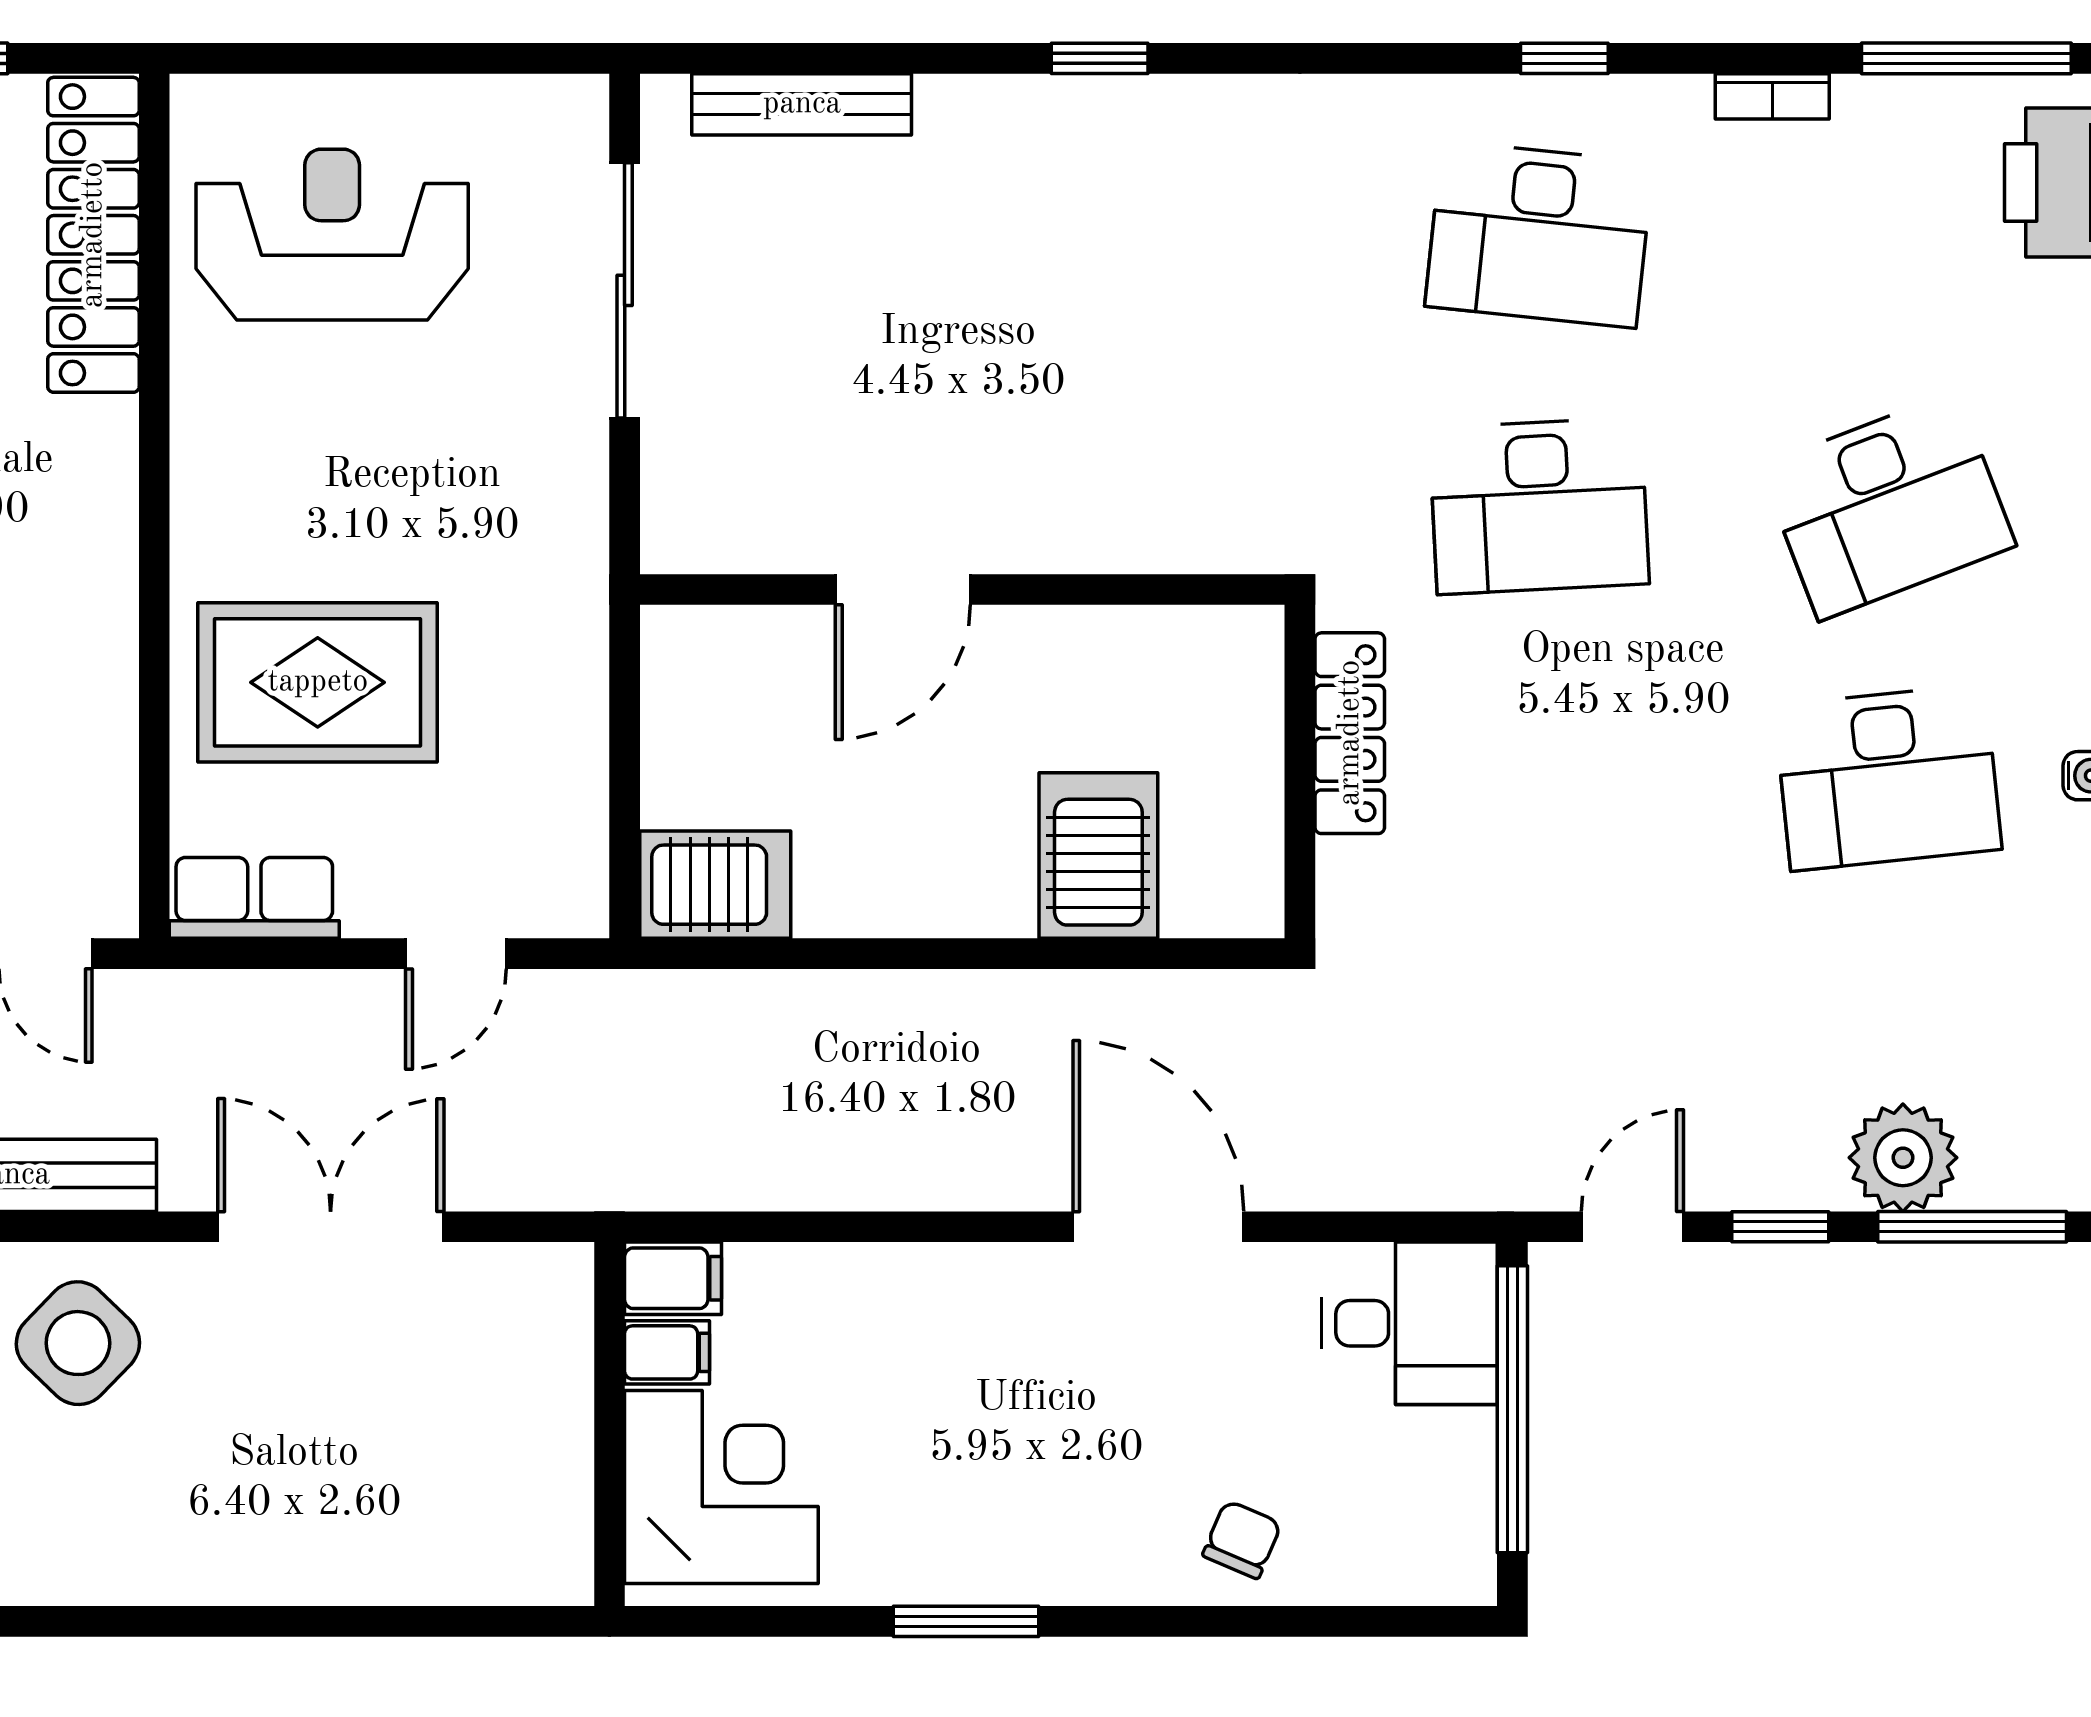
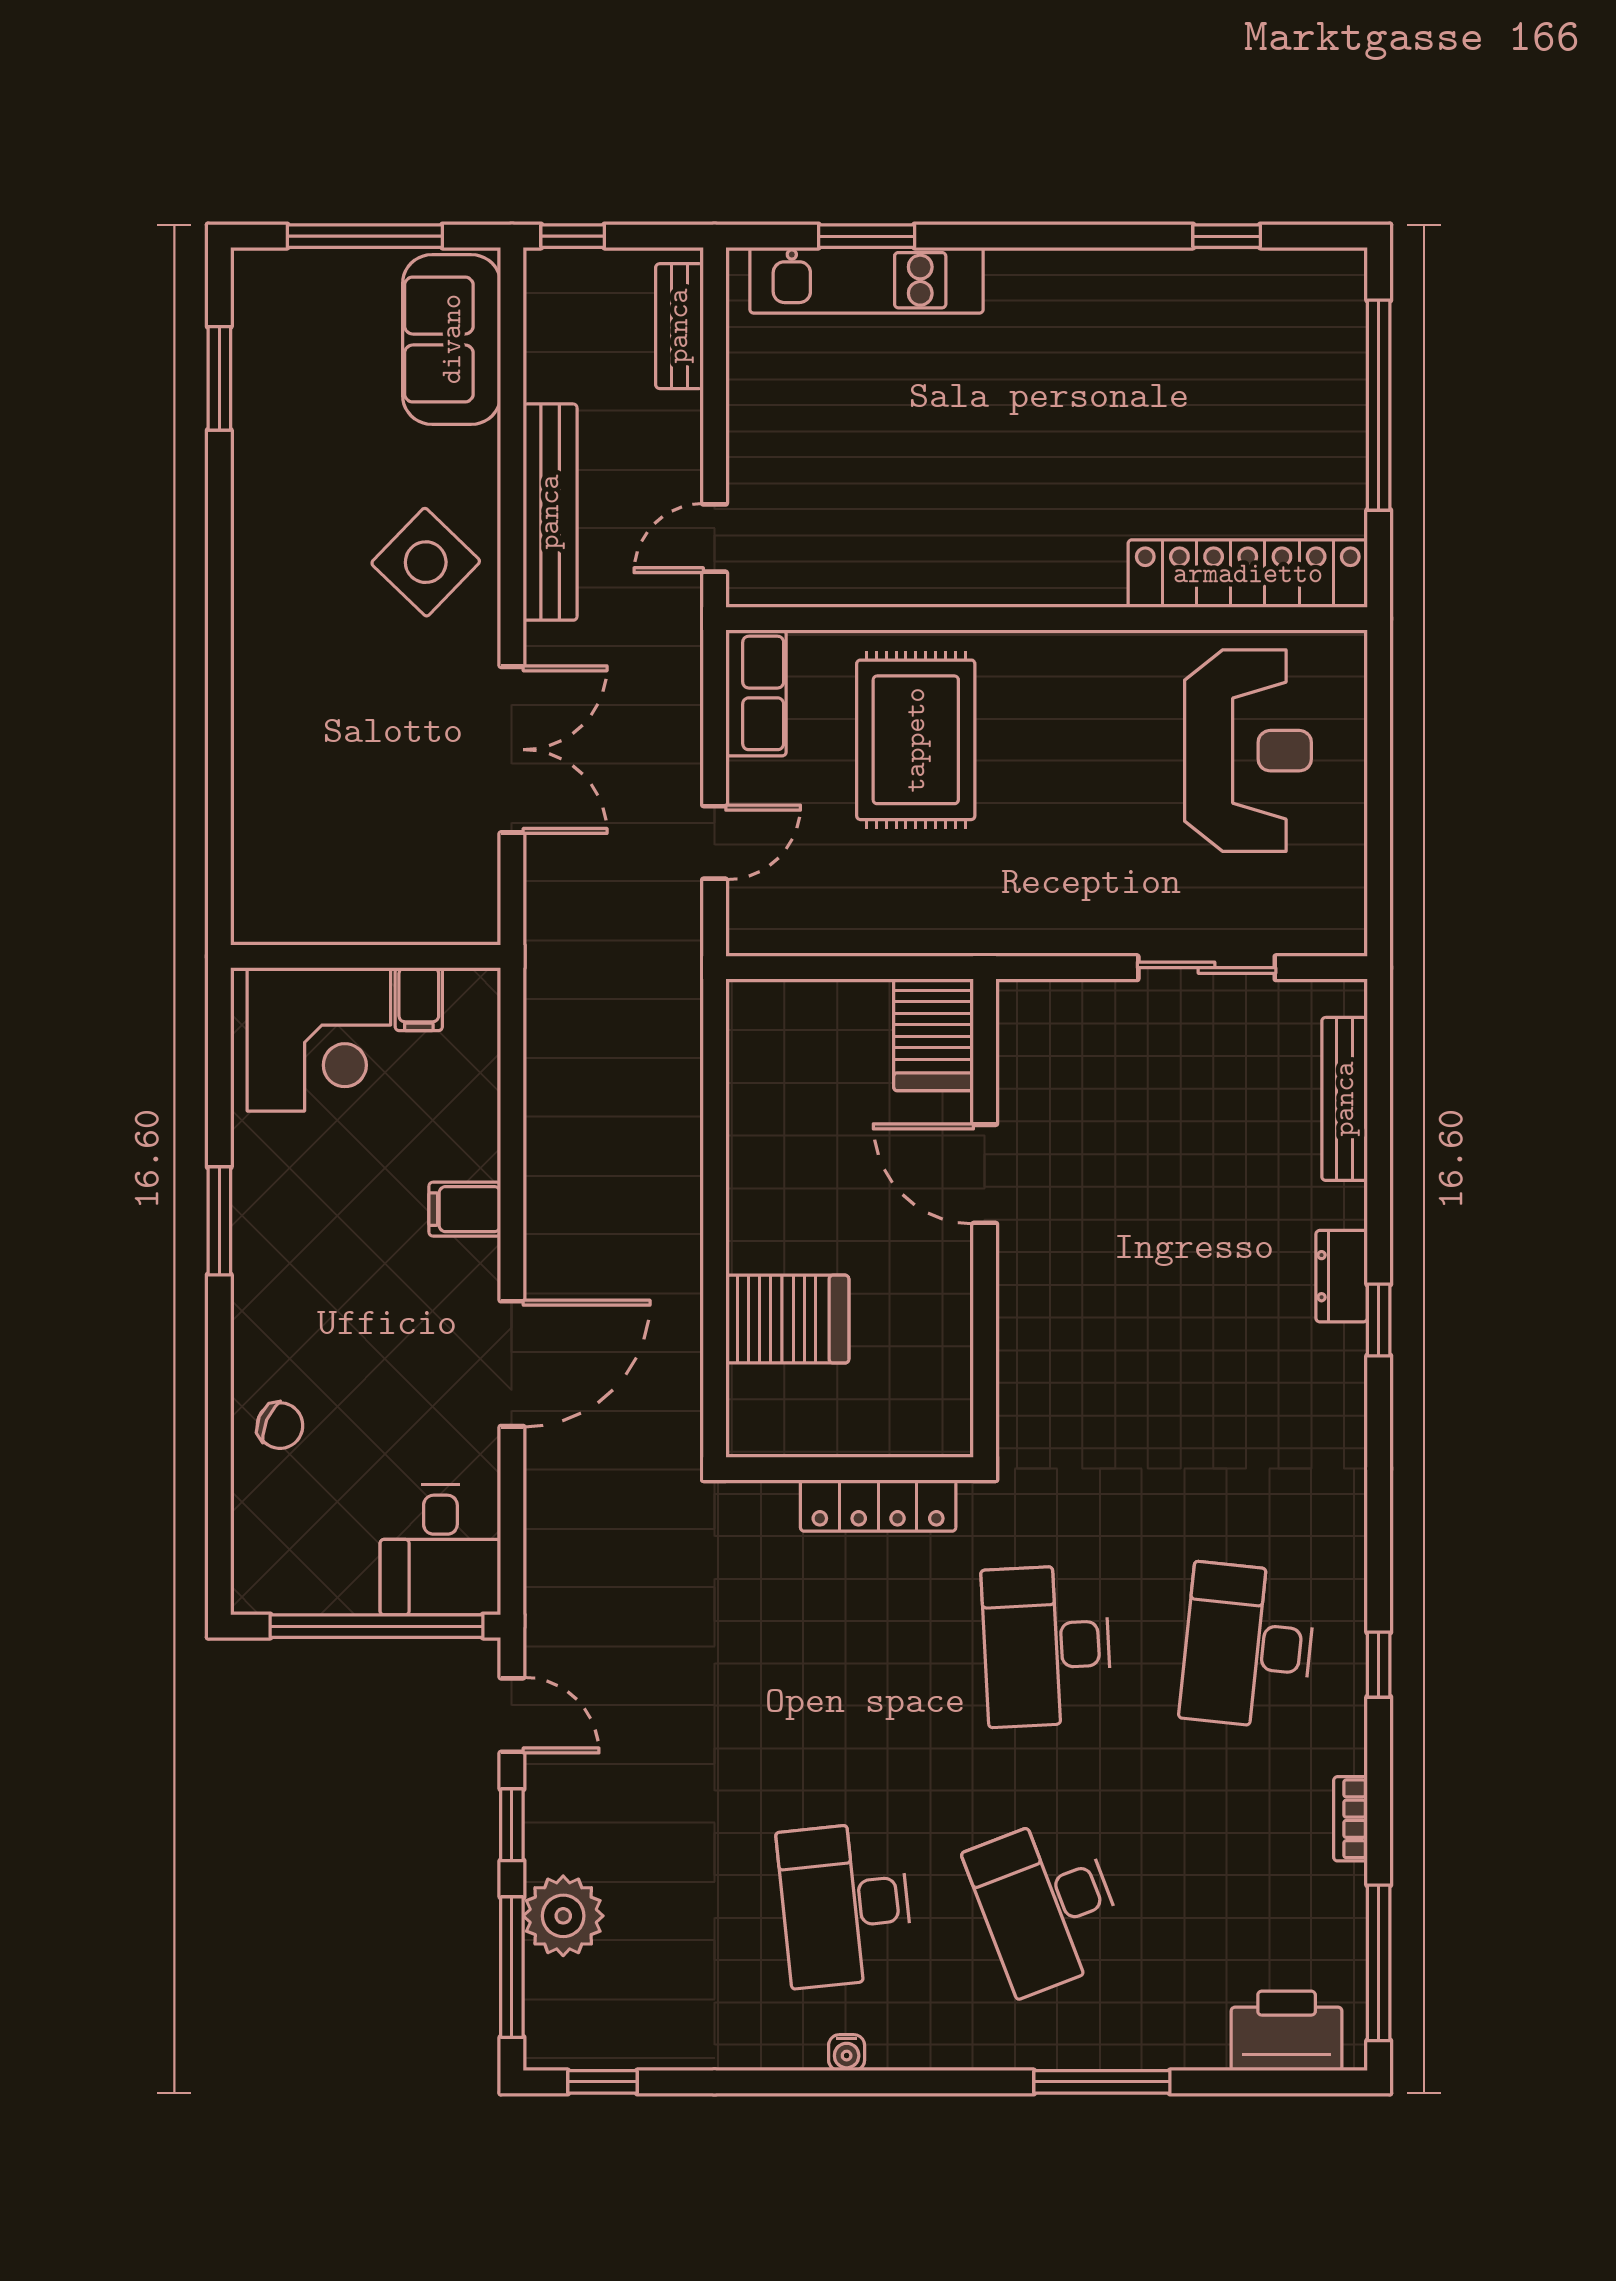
dresser: (1041, 108) -> (1342, 1276), added
sliding door: (625, 290) -> (1207, 968), width x0.73
server rack: (715, 885) -> (934, 1035), moved
door: (456, 954) -> (715, 842), swing flipped
filing cabinet: (673, 1278) -> (465, 1209), moved, turned 90

